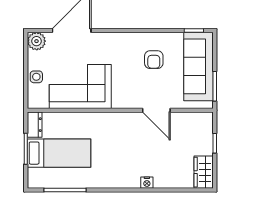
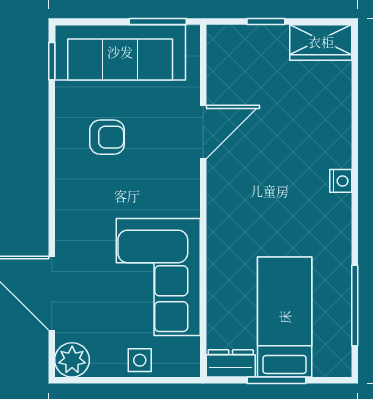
nightstand: (147, 183) -> (341, 181), moved

